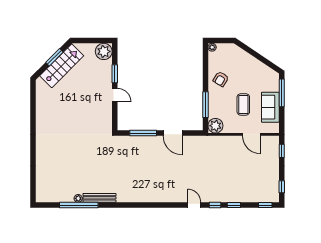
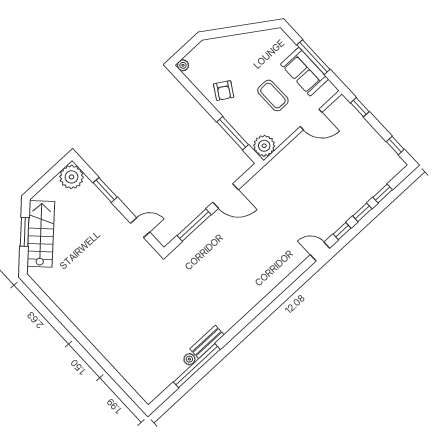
window: (282, 93) -> (313, 57), moved
door: (115, 95) -> (140, 228), moved
bench: (99, 198) -> (207, 342), width x0.73
window: (265, 205) -> (383, 193), moved

